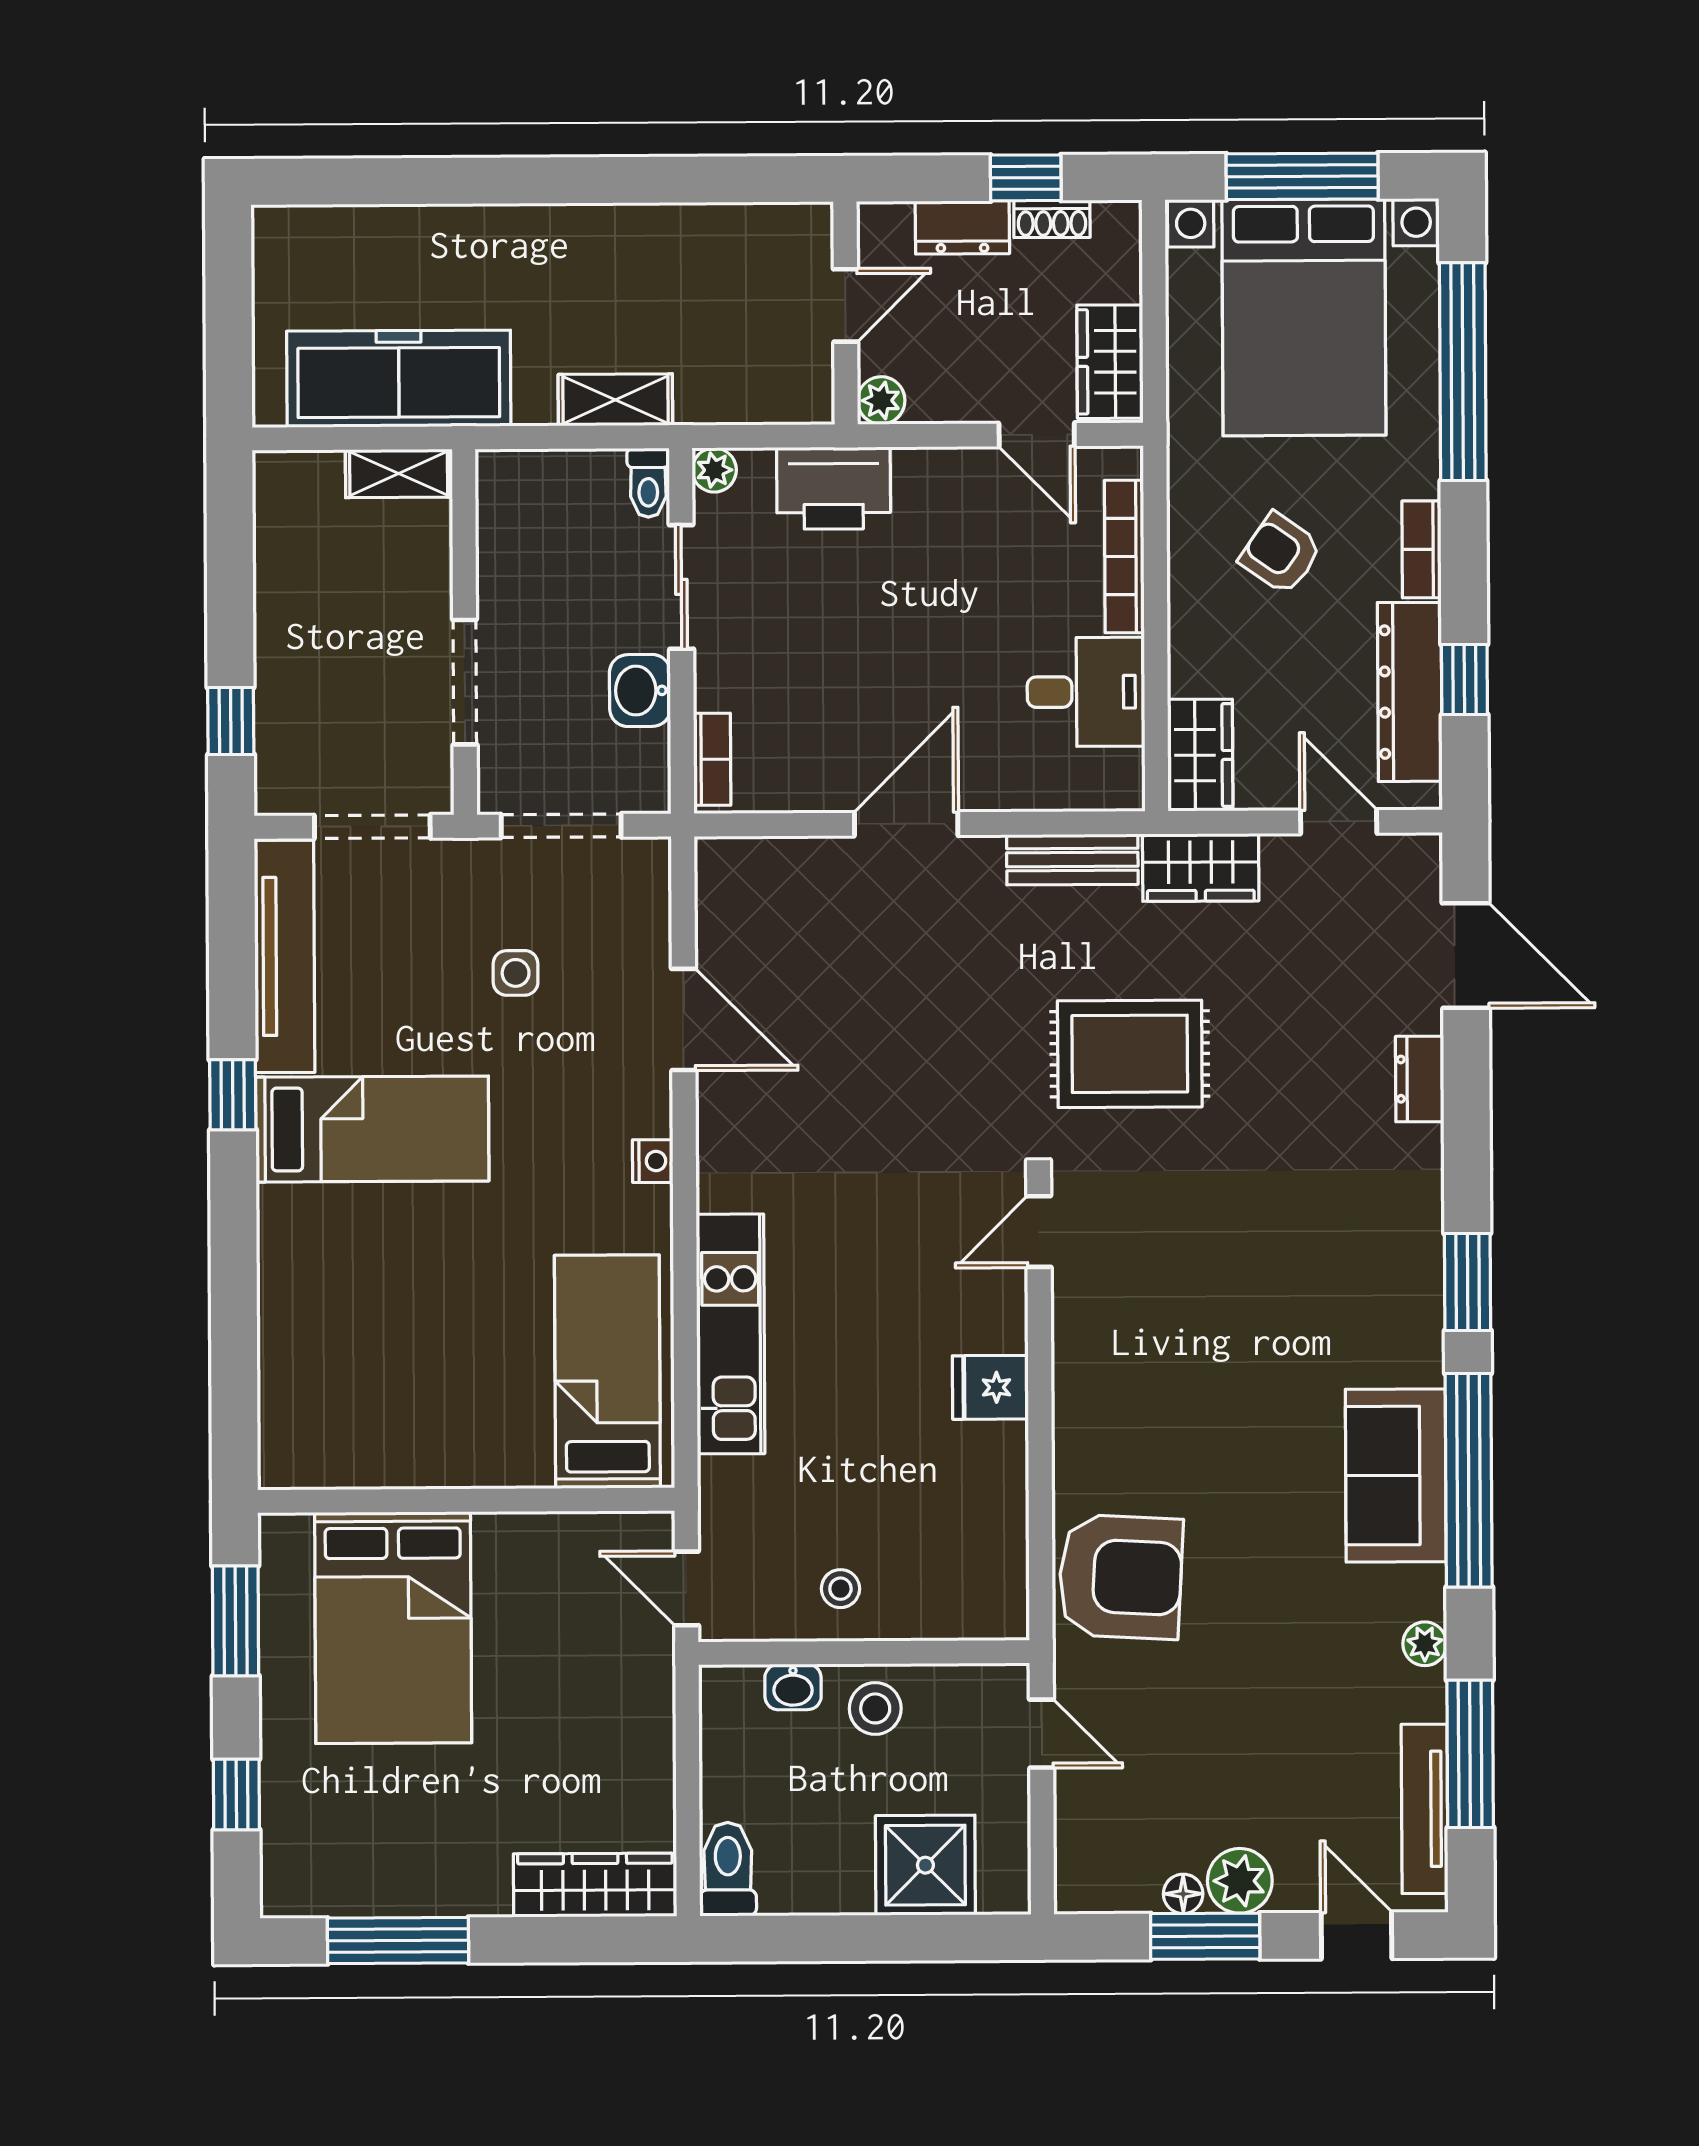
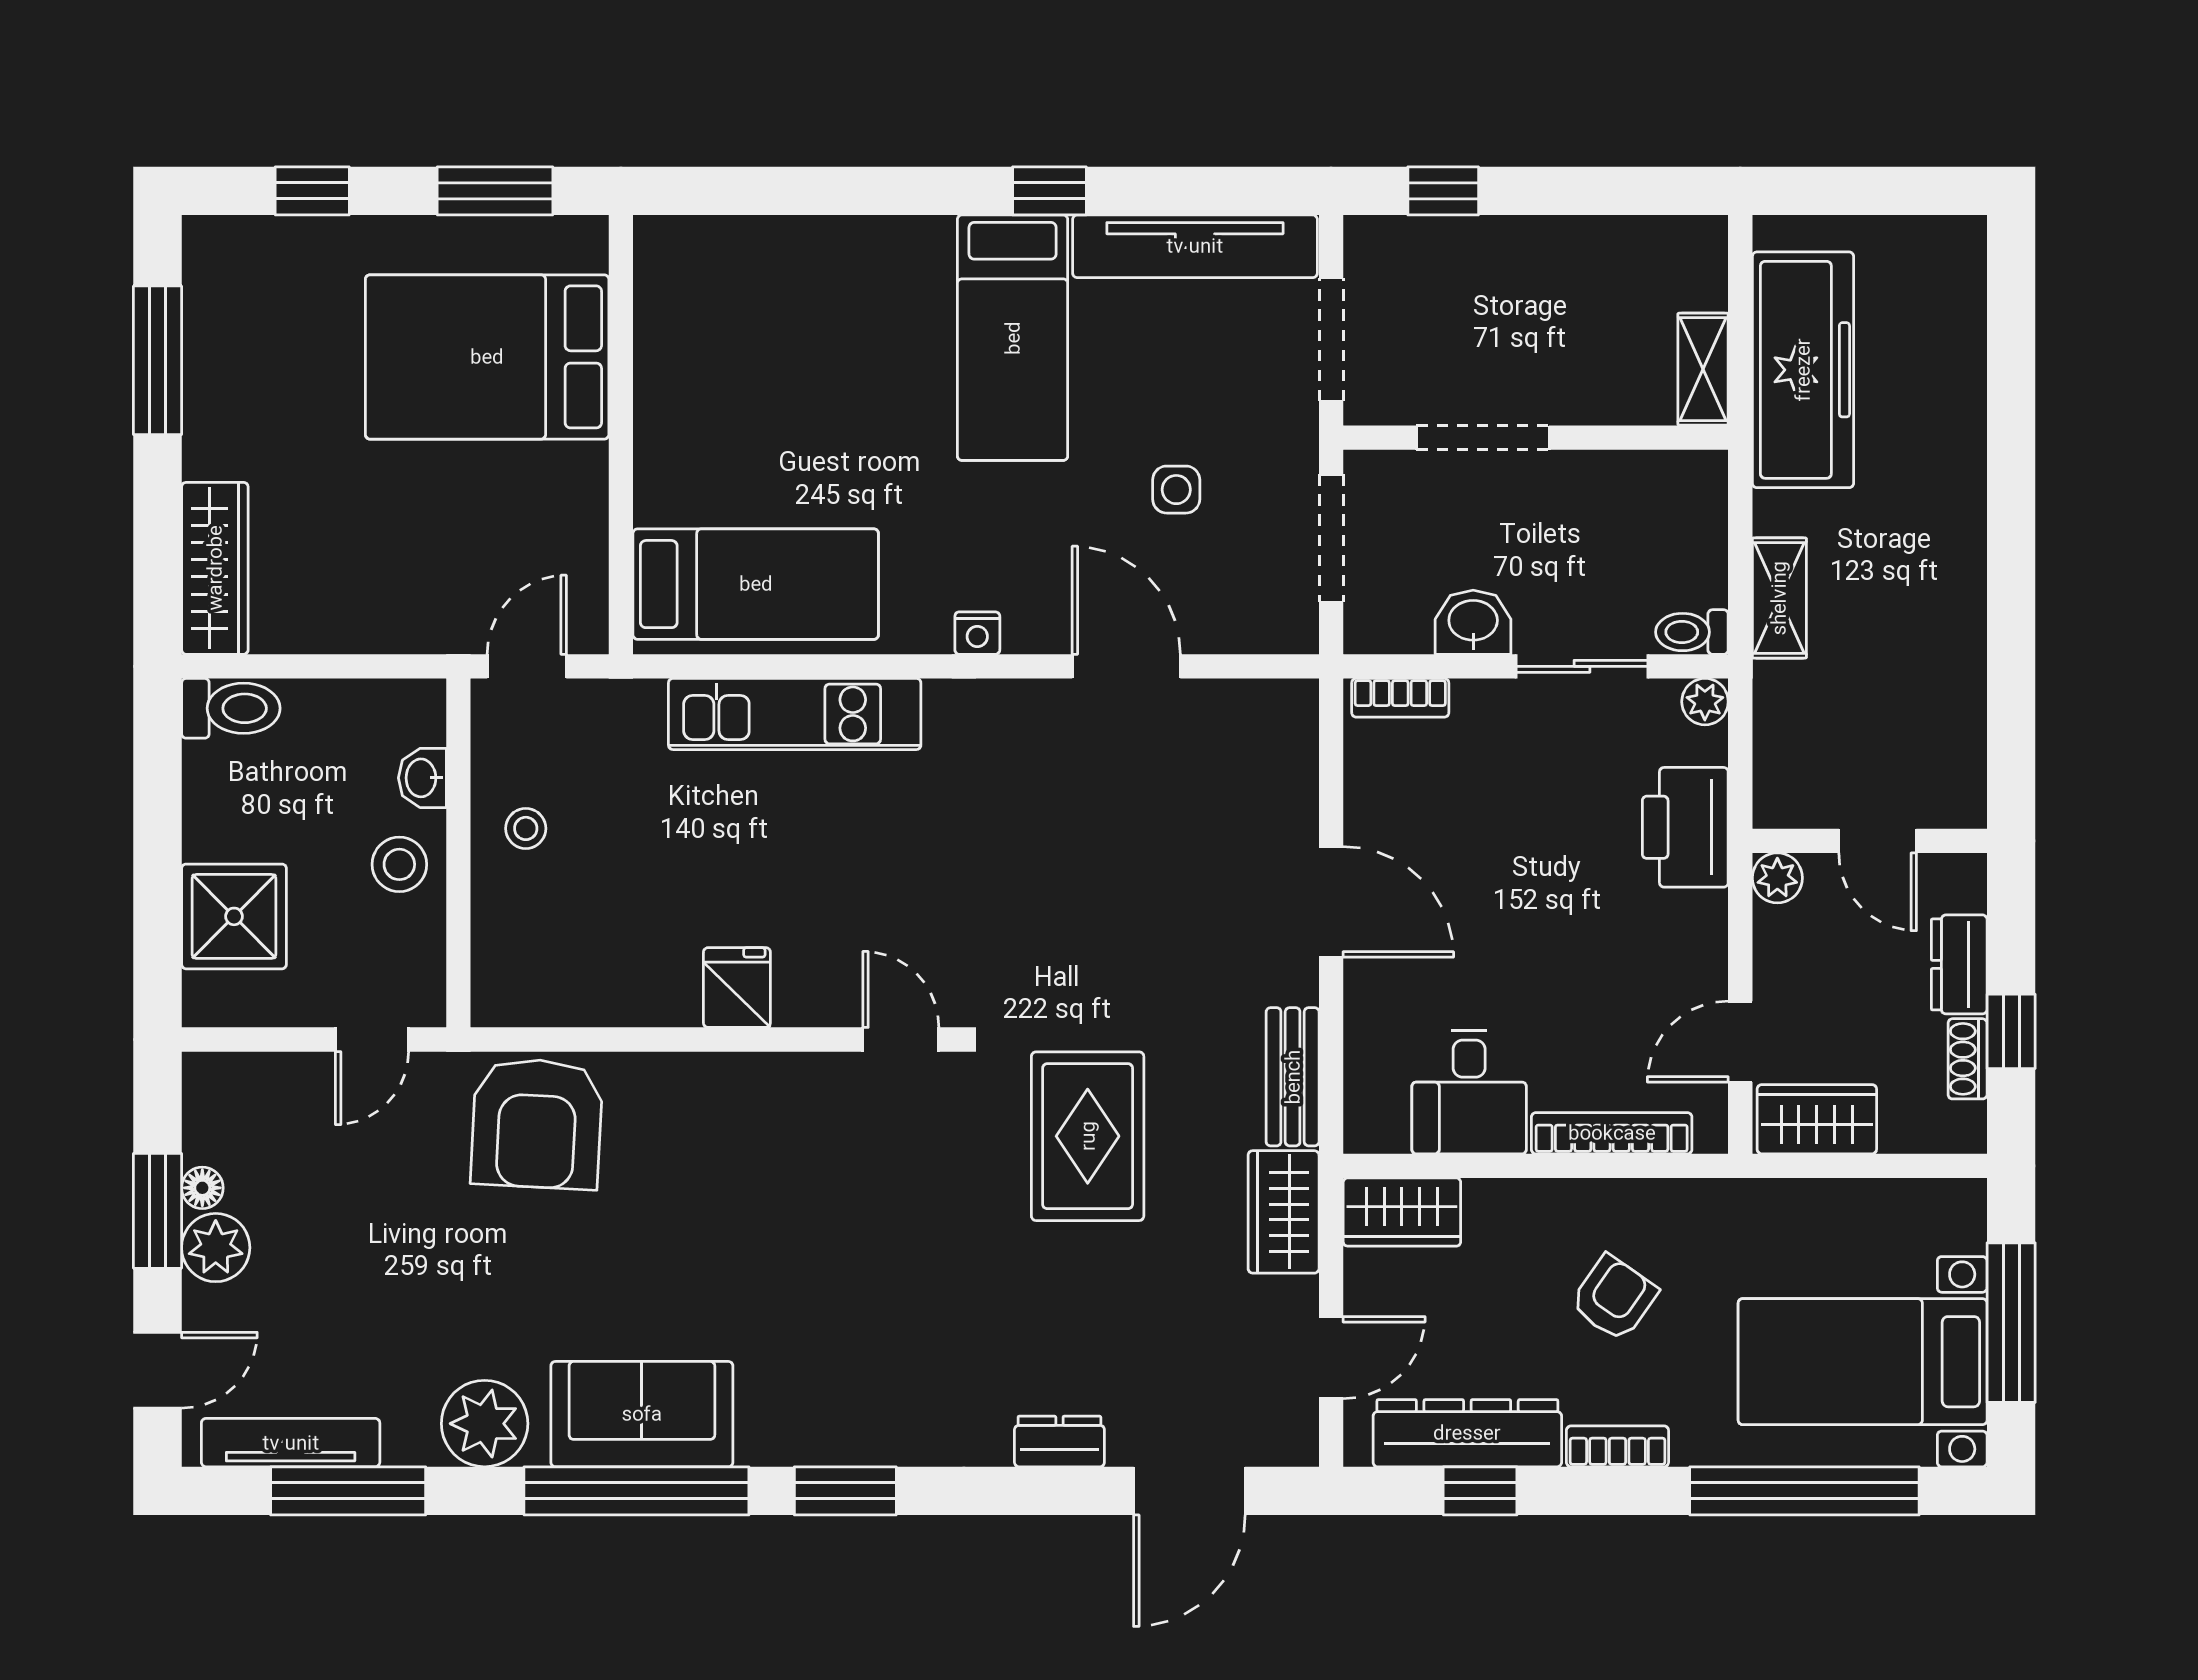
bed with nightstands: (1304, 317) -> (1863, 1362), width x0.73
door: (684, 1019) -> (1126, 666), swing flipped
plant: (1425, 1644) -> (485, 1424), width x1.87, depth x1.87

